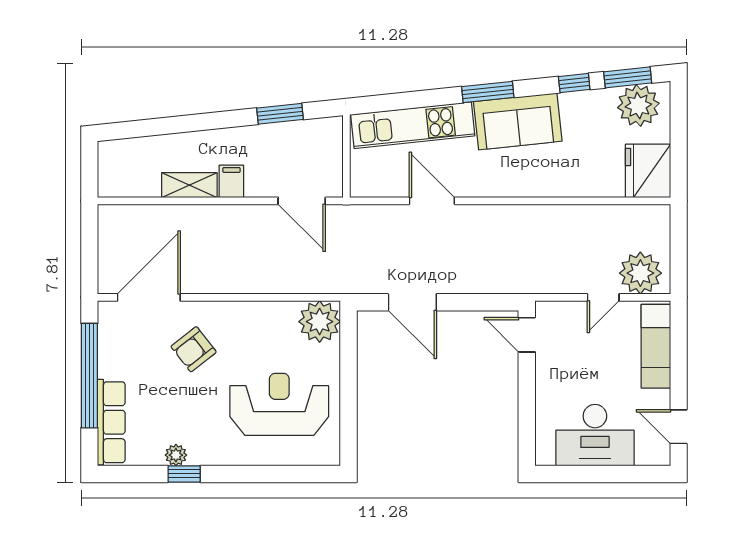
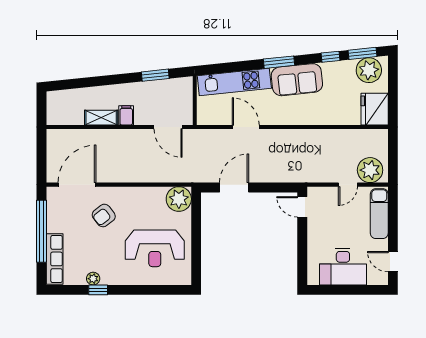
door: (412, 302) -> (234, 187), swing flipped
reception desk: (279, 404) -> (155, 248), turned 180

